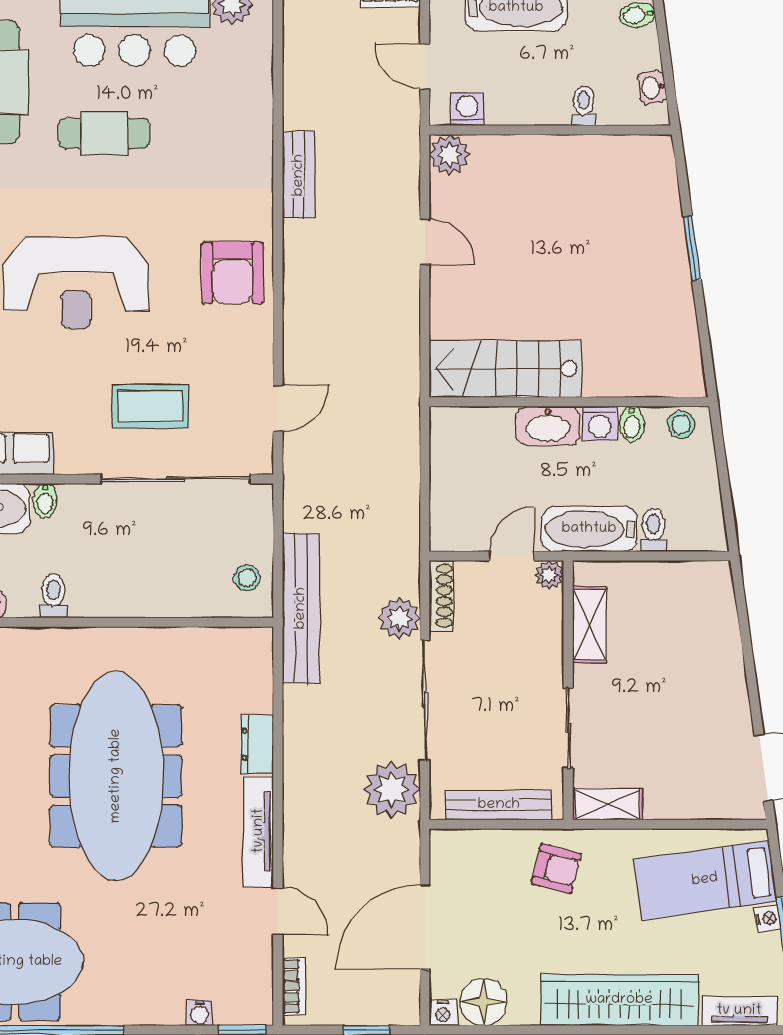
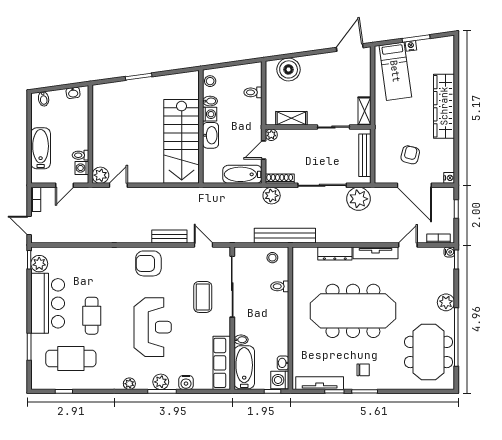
toilet: (584, 106) -> (80, 155), moved
bench: (299, 175) -> (169, 237), moved
door: (425, 242) -> (118, 185), moved
armchair: (233, 273) -> (148, 263), turned 180
stairs: (505, 369) -> (182, 141), width x1.36, depth x1.51
bathtub: (589, 529) -> (242, 174), moved, turned 90
door: (512, 556) -> (264, 150), hinge flipped
toilet: (53, 596) -> (280, 286), moved
boiler: (710, 617) -> (289, 69), added
plant: (400, 618) -> (272, 196), moved
dresser: (257, 744) -> (335, 253), width x1.44
armchair: (556, 869) -> (410, 155), moved
floor lamp: (483, 1002) -> (445, 161), removed
plant: (137, 1005) -> (446, 302), added
tv unit: (739, 1011) -> (449, 57), removed
water cooler: (199, 1013) -> (449, 252), moved

